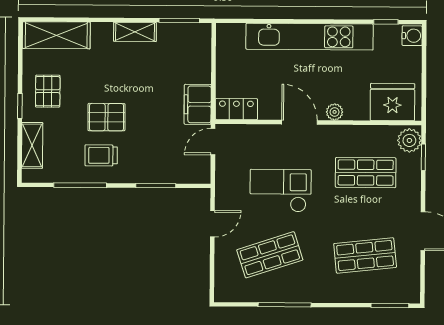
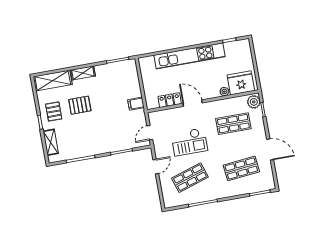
shelving: (135, 32) -> (83, 73), moved
water cooler: (412, 36) -> (245, 45), removed
filing cabinet: (198, 104) -> (136, 104), width x0.50
locker: (236, 109) -> (170, 100), moved
plant: (335, 112) -> (224, 92), moved
pallet: (106, 117) -> (80, 105), moved
door: (213, 142) -> (150, 133), moved
trolley: (101, 155) -> (89, 141), removed
checkout: (281, 191) -> (189, 142), turned 180

